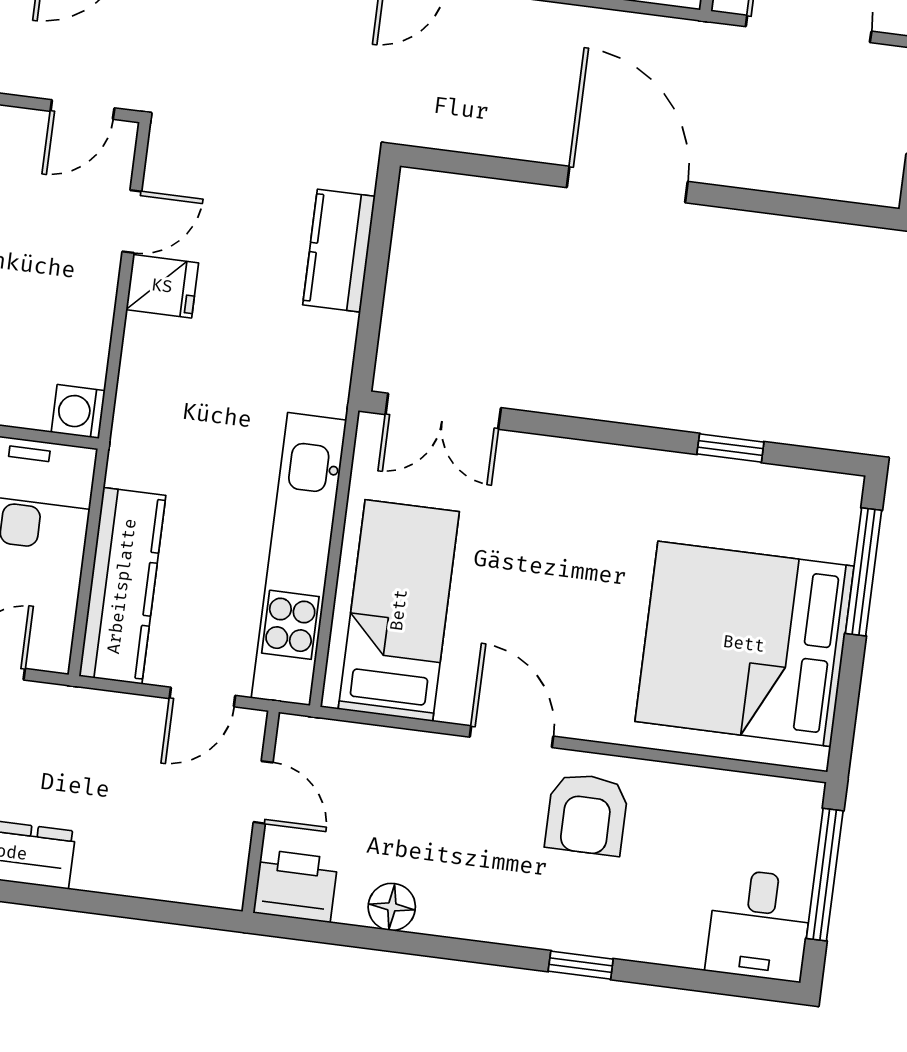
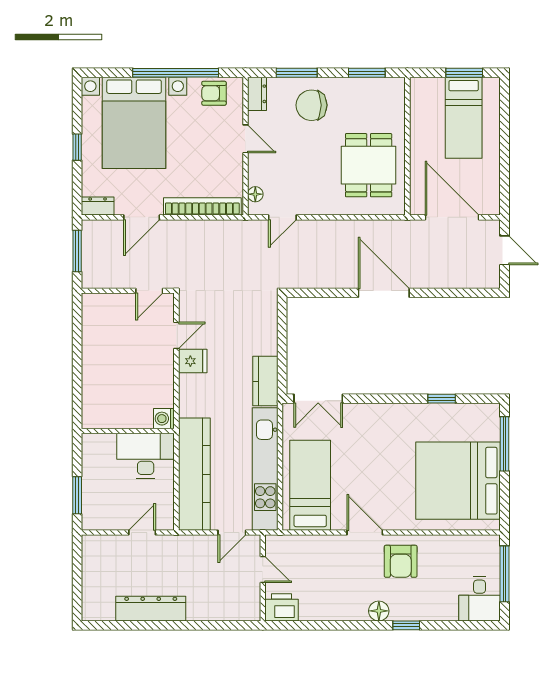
kitchen counter: (339, 251) -> (265, 381), moved
kitchen counter: (122, 586) -> (194, 474), width x1.39, depth x1.17
floor lamp: (392, 907) -> (379, 611), moved

